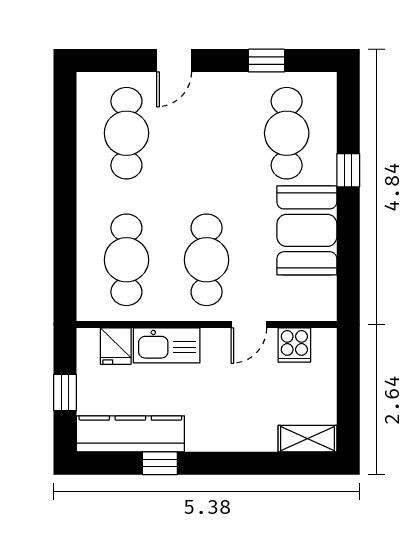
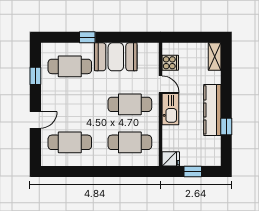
door: (174, 61) -> (35, 120), hinge flipped
kitchen sink: (167, 345) -> (170, 109), moved
fridge: (116, 346) -> (171, 159), moved
kitchen counter: (130, 434) -> (212, 110), moved

